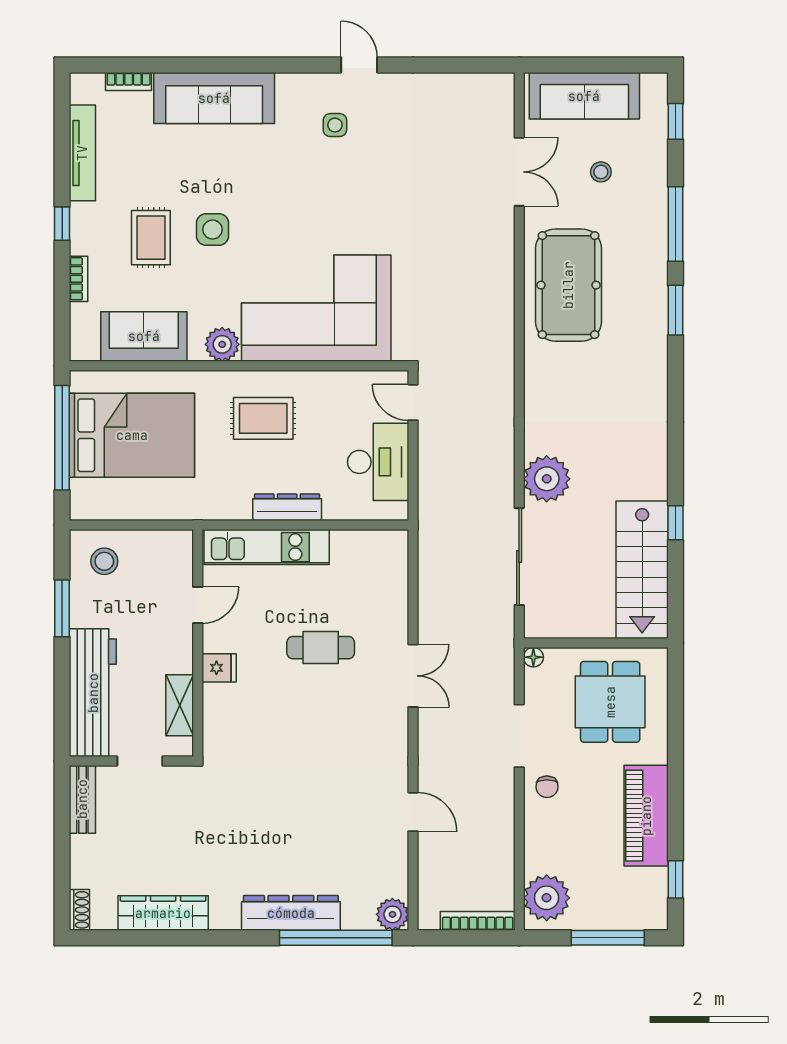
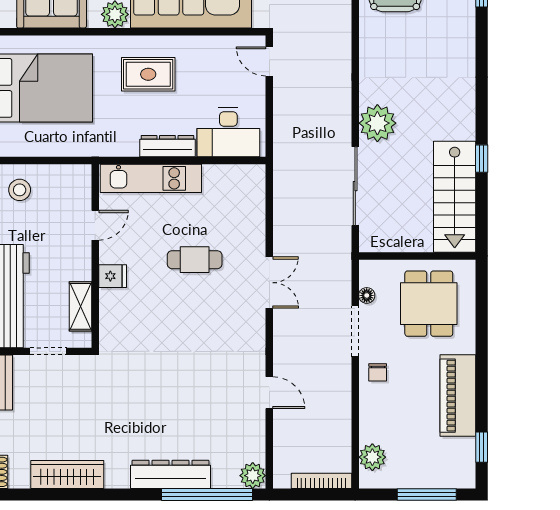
desk: (378, 462) -> (228, 132), moved, turned 90
floor lamp: (533, 657) -> (367, 295), moved
plant: (547, 898) -> (372, 457), width x0.73, depth x0.73

